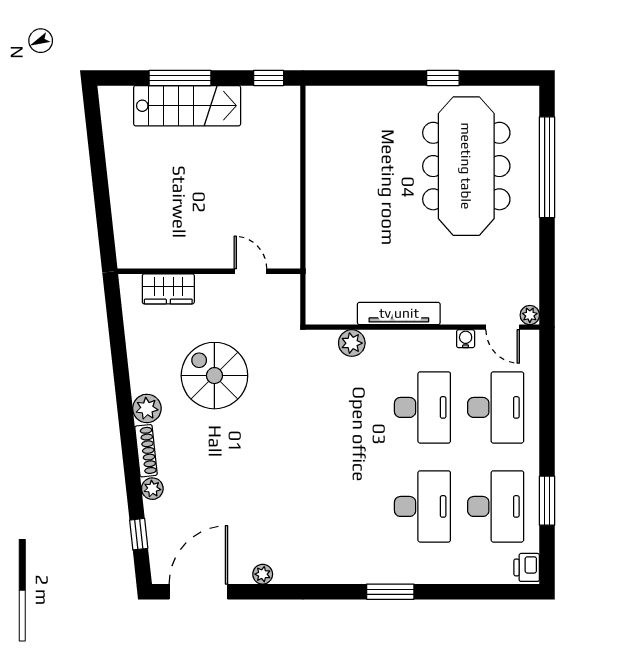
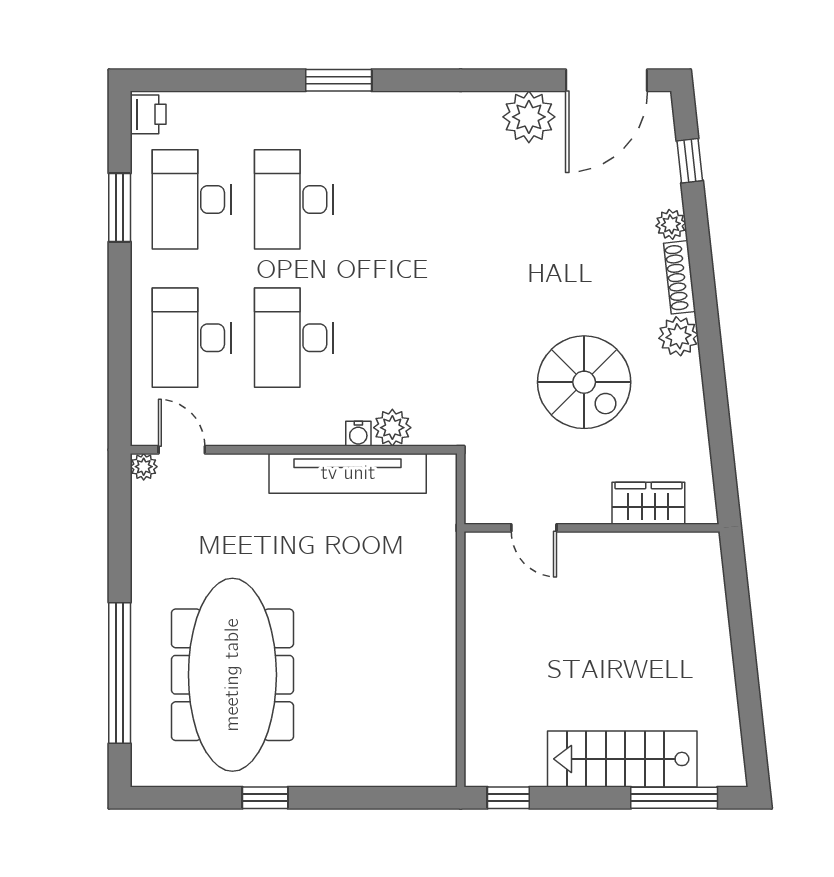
window: (180, 78) -> (674, 798), moved
tv unit: (399, 313) -> (348, 473), width x1.36, depth x1.29
water cooler: (466, 339) -> (358, 434), moved
plant: (263, 574) -> (529, 117), width x1.88, depth x1.88

